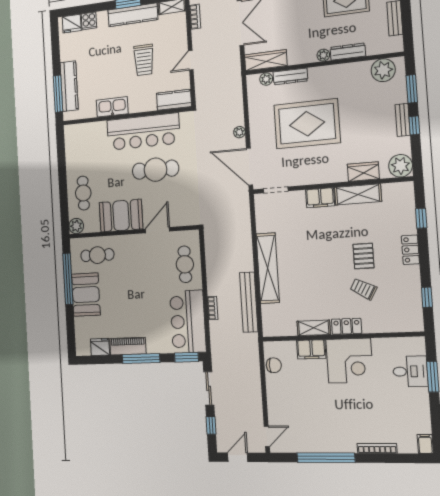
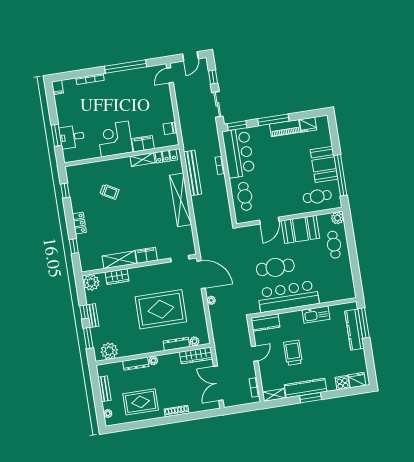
pallet: (363, 256) -> (112, 216), removed
locker: (347, 326) -> (166, 156), moved

